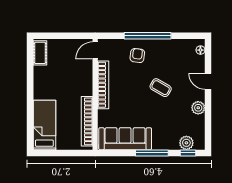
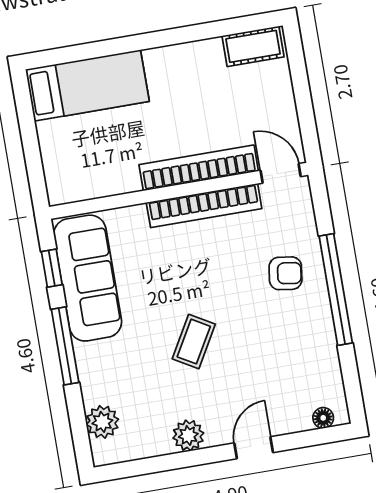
coffee table: (161, 88) -> (194, 342), moved
bookcase: (87, 121) -> (199, 168), moved
window: (188, 153) -> (52, 268), moved

